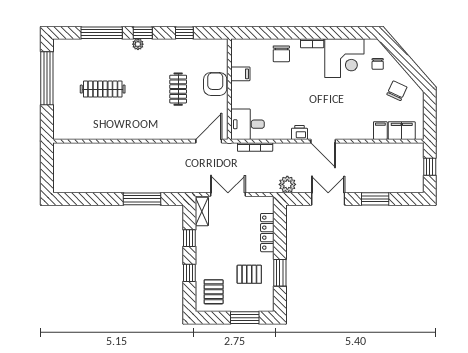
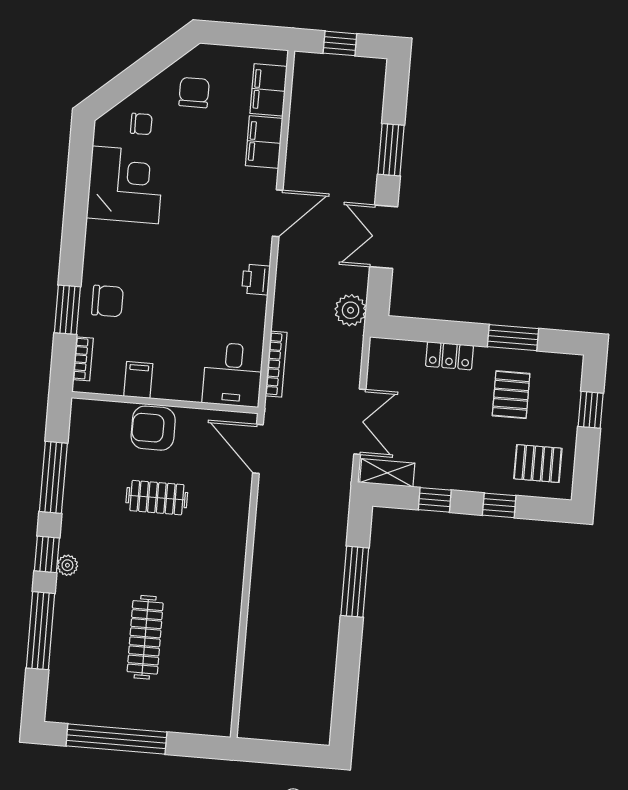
window: (184, 33) -> (53, 477), width x2.17
window: (275, 33) -> (67, 310), added
bookcase: (312, 43) -> (83, 359), moved
chair: (397, 91) -> (194, 93), turned 65
filing cabinet: (380, 131) -> (264, 142), width x2.00
door: (323, 141) -> (278, 213), moved
double door: (228, 194) -> (360, 422), swing flipped
locker: (267, 233) -> (449, 356), width x0.66
window: (245, 318) -> (591, 410), width x0.67

